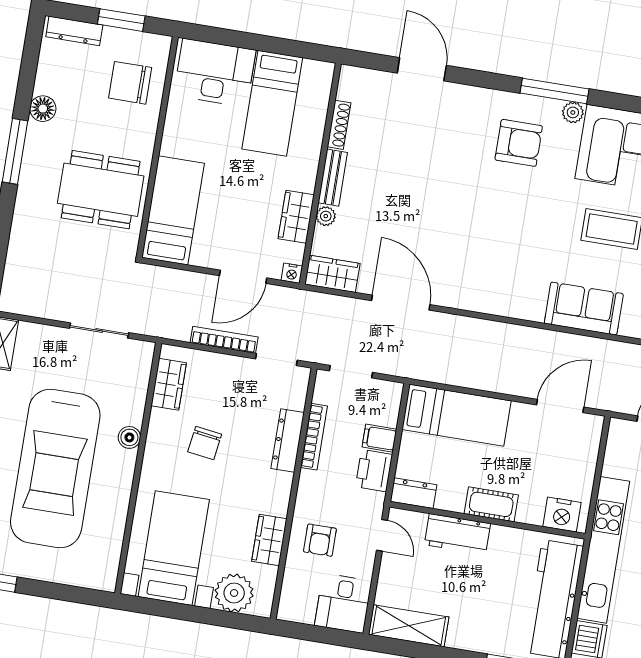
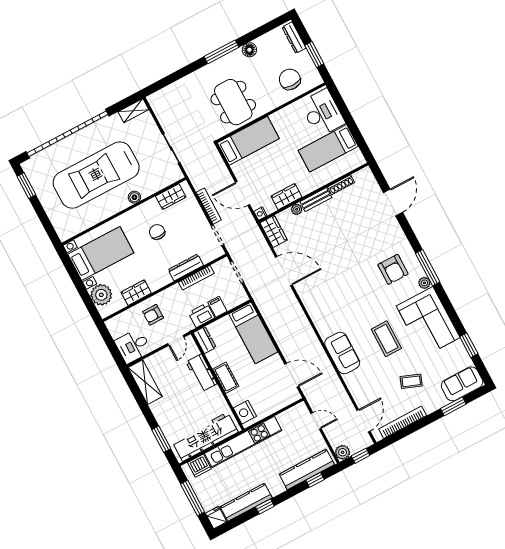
door: (401, 303) -> (284, 271), hinge flipped
chair: (205, 443) -> (157, 232), turned 82

